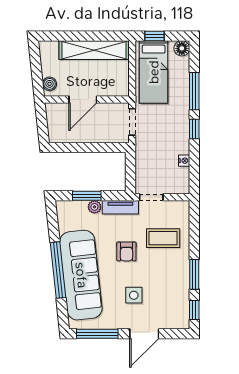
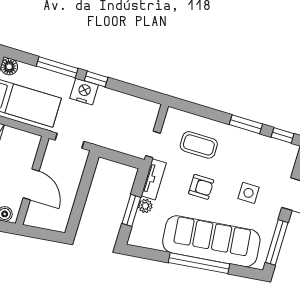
nightstand: (184, 161) -> (84, 92), moved, width x1.89, depth x1.79
coffee table: (163, 238) -> (199, 145), turned 90

